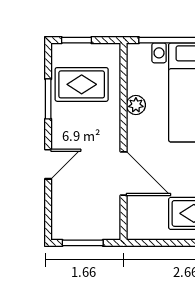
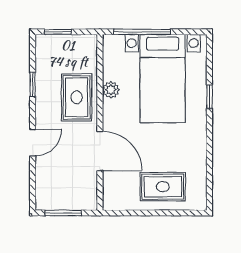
rug: (82, 84) -> (77, 97), moved, turned 90
window: (48, 99) -> (33, 84), width x0.67

